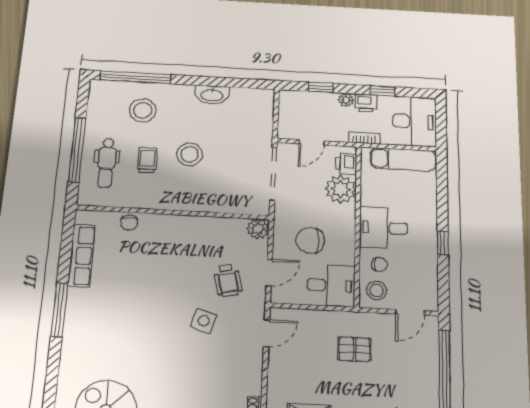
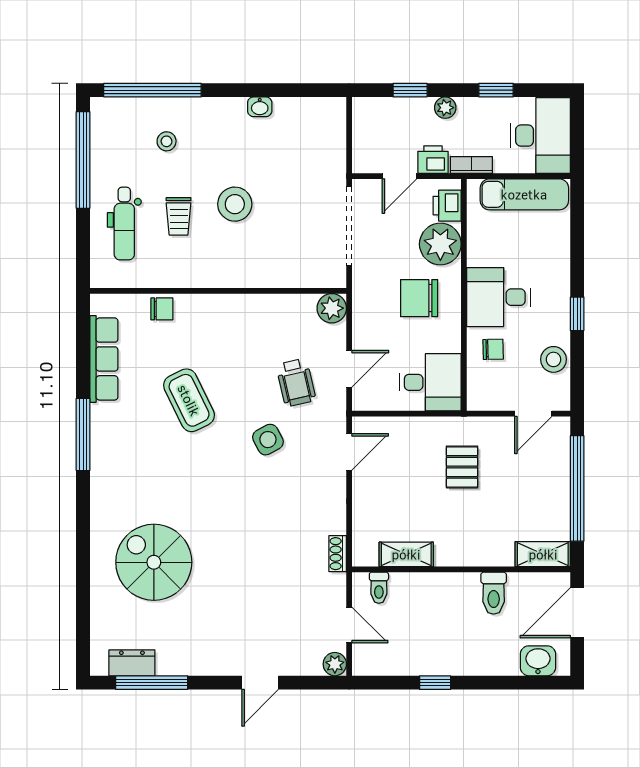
washbasin: (212, 95) -> (260, 107), width x0.52, depth x0.69
printer: (366, 103) -> (433, 160), moved, turned 180
stool: (143, 110) -> (167, 141), width x0.53, depth x0.53
window: (77, 149) -> (83, 160), moved
trolley: (147, 160) -> (179, 216), turned 180
chair: (129, 223) -> (162, 309), turned -90
chair: (310, 240) -> (419, 298), moved
coffee table: (144, 289) -> (189, 400), added
stool: (376, 291) -> (553, 359), moved
side table: (204, 321) -> (268, 440), turned 45
pallet: (354, 349) -> (462, 467), turned 90

